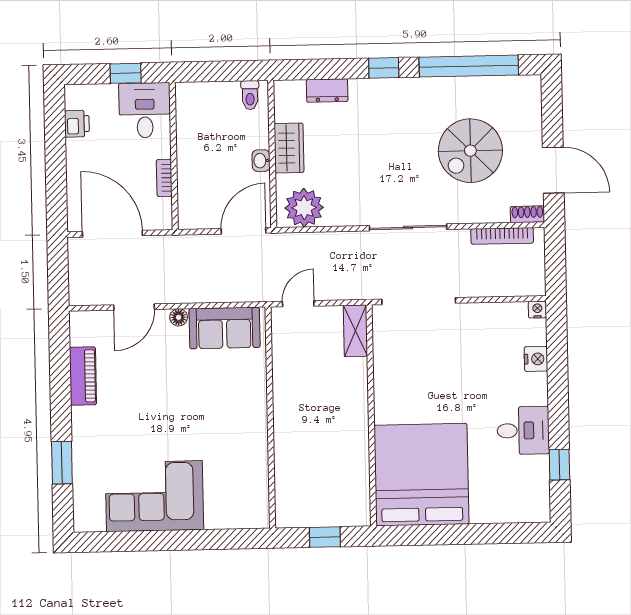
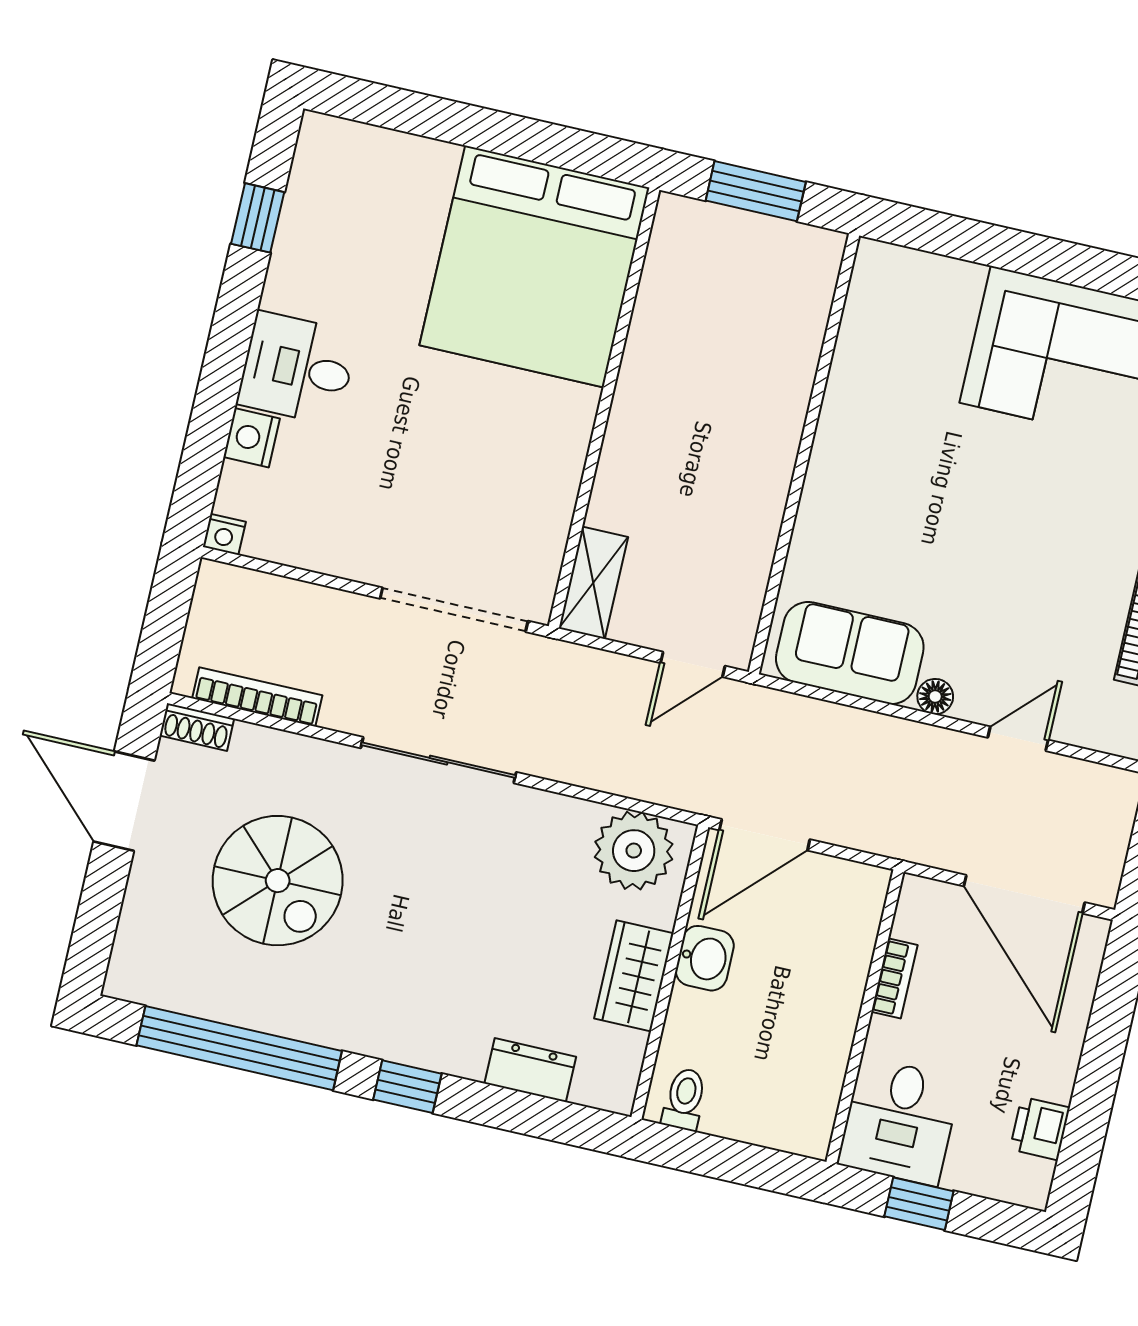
spiral stairs: (470, 151) -> (278, 881), turned 90
washbasin: (261, 161) -> (705, 958), width x1.38, depth x1.45
door: (134, 307) -> (1018, 739), width x0.73
desk: (523, 431) -> (297, 368), moved
window: (325, 537) -> (756, 191), width x1.50

